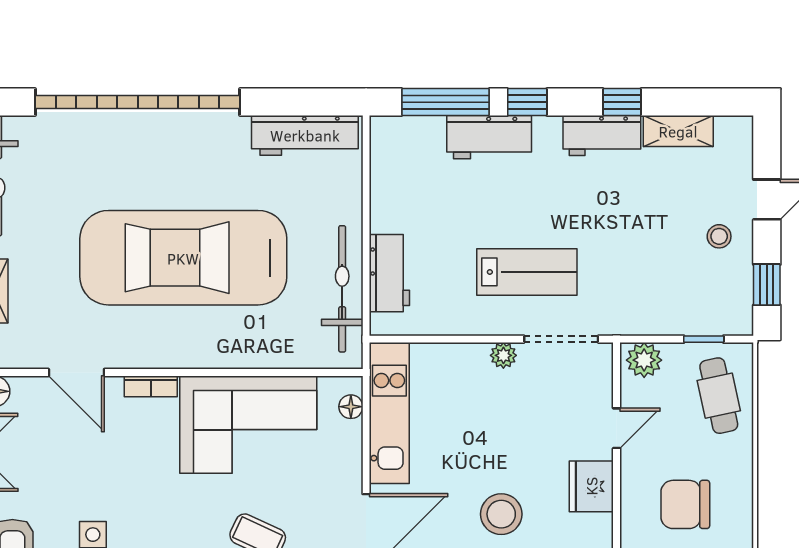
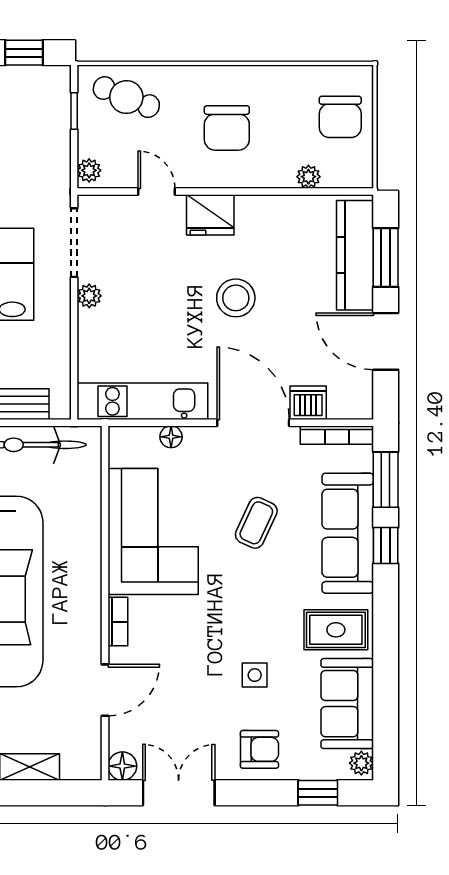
plant: (644, 360) -> (89, 170), width x0.73, depth x0.73
cafe table: (719, 396) -> (126, 97), turned 34
floor lamp: (351, 407) -> (171, 437), moved

